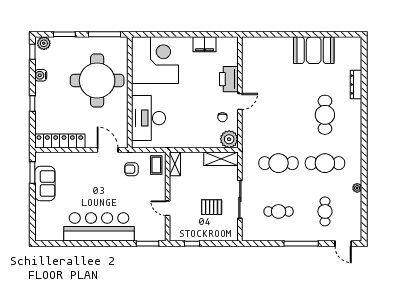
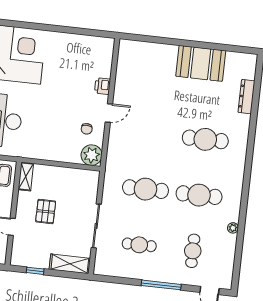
filing cabinet: (205, 44) -> (75, 42), removed
printer: (229, 79) -> (102, 86), width x0.53, depth x0.68
dresser: (356, 85) -> (246, 97), moved
cafe table: (325, 115) -> (205, 139), turned 90
shelving: (221, 159) -> (70, 264), moved
pallet: (212, 207) -> (46, 211), moved, turned 90

